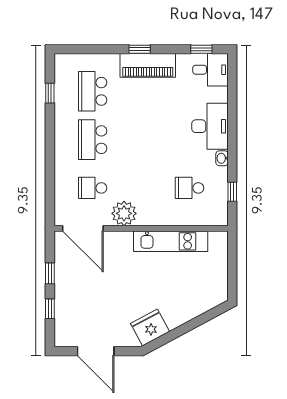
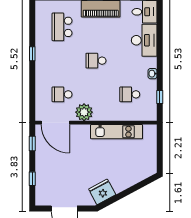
window: (50, 93) -> (32, 54), moved
desk: (210, 126) -> (144, 40), moved
school desk: (93, 140) -> (96, 61), moved, width x0.54
window: (50, 273) -> (32, 143), moved

